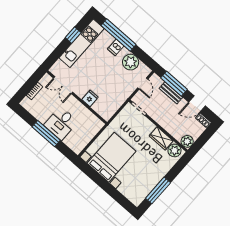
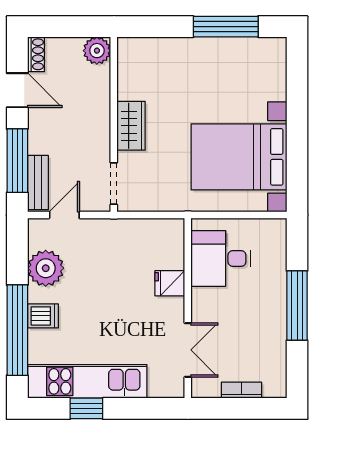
bench: (171, 93) -> (38, 182), moved
desk: (61, 123) -> (221, 258), moved, turned 180
wardrobe: (161, 138) -> (131, 126), moved
plant: (174, 150) -> (132, 59), removed

